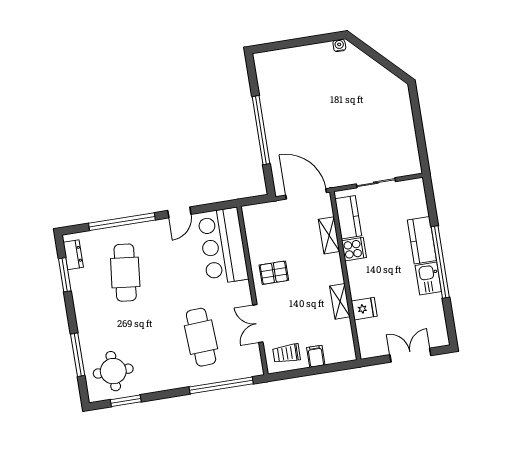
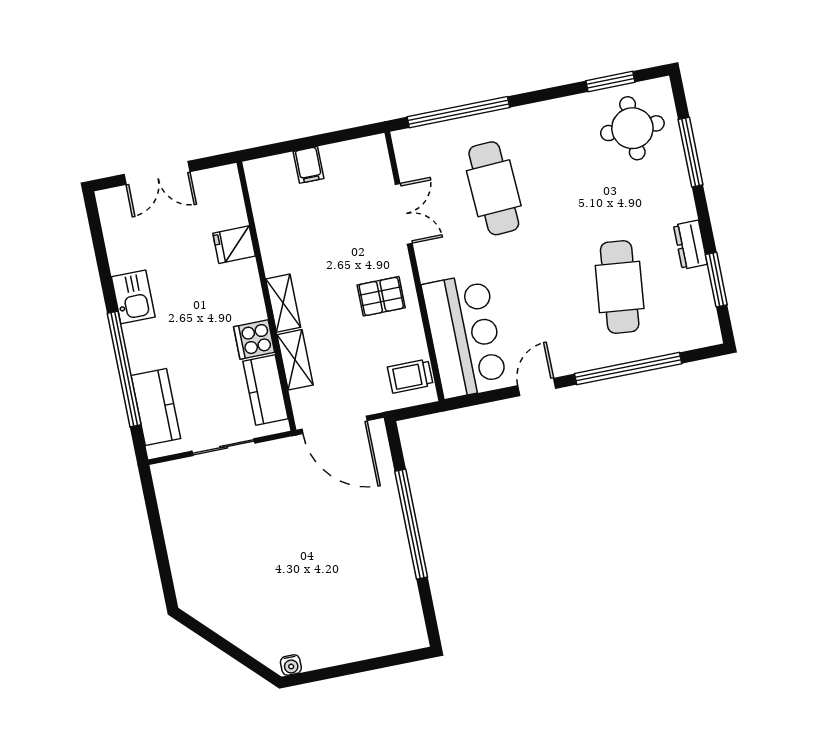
kitchen counter: (422, 240) -> (156, 407), moved
dresser: (73, 255) -> (690, 245), moved
window: (440, 262) -> (124, 369), moved
shelving: (340, 301) -> (283, 303), moved
trolley: (287, 353) -> (410, 376), moved, turned 180

